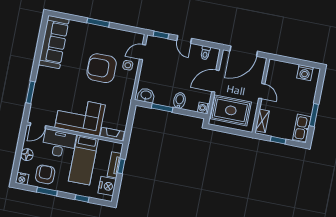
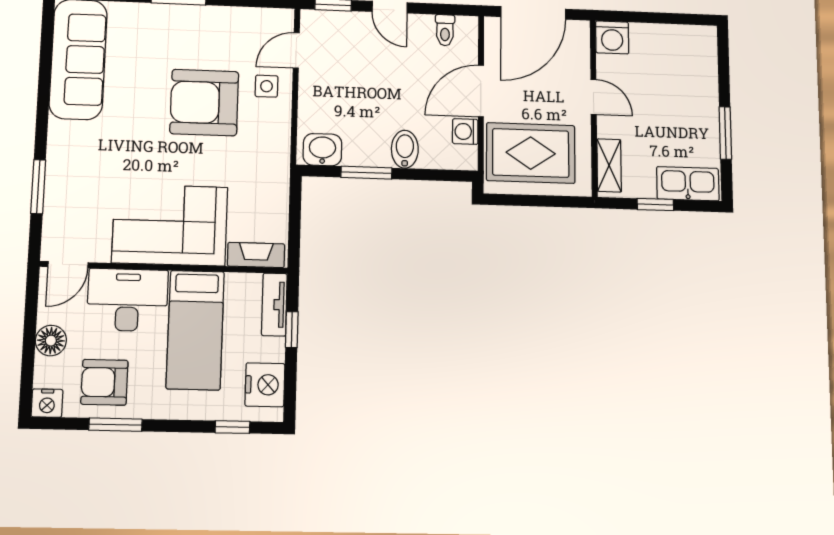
washing machine: (305, 73) -> (612, 37), moved
washing machine: (203, 108) -> (465, 132), moved
kitchen sink: (302, 128) -> (688, 184), moved, turned 90
tv unit: (114, 165) -> (274, 305), moved
armchair: (45, 174) -> (104, 382), turned -90
window: (82, 198) -> (232, 427), moved

